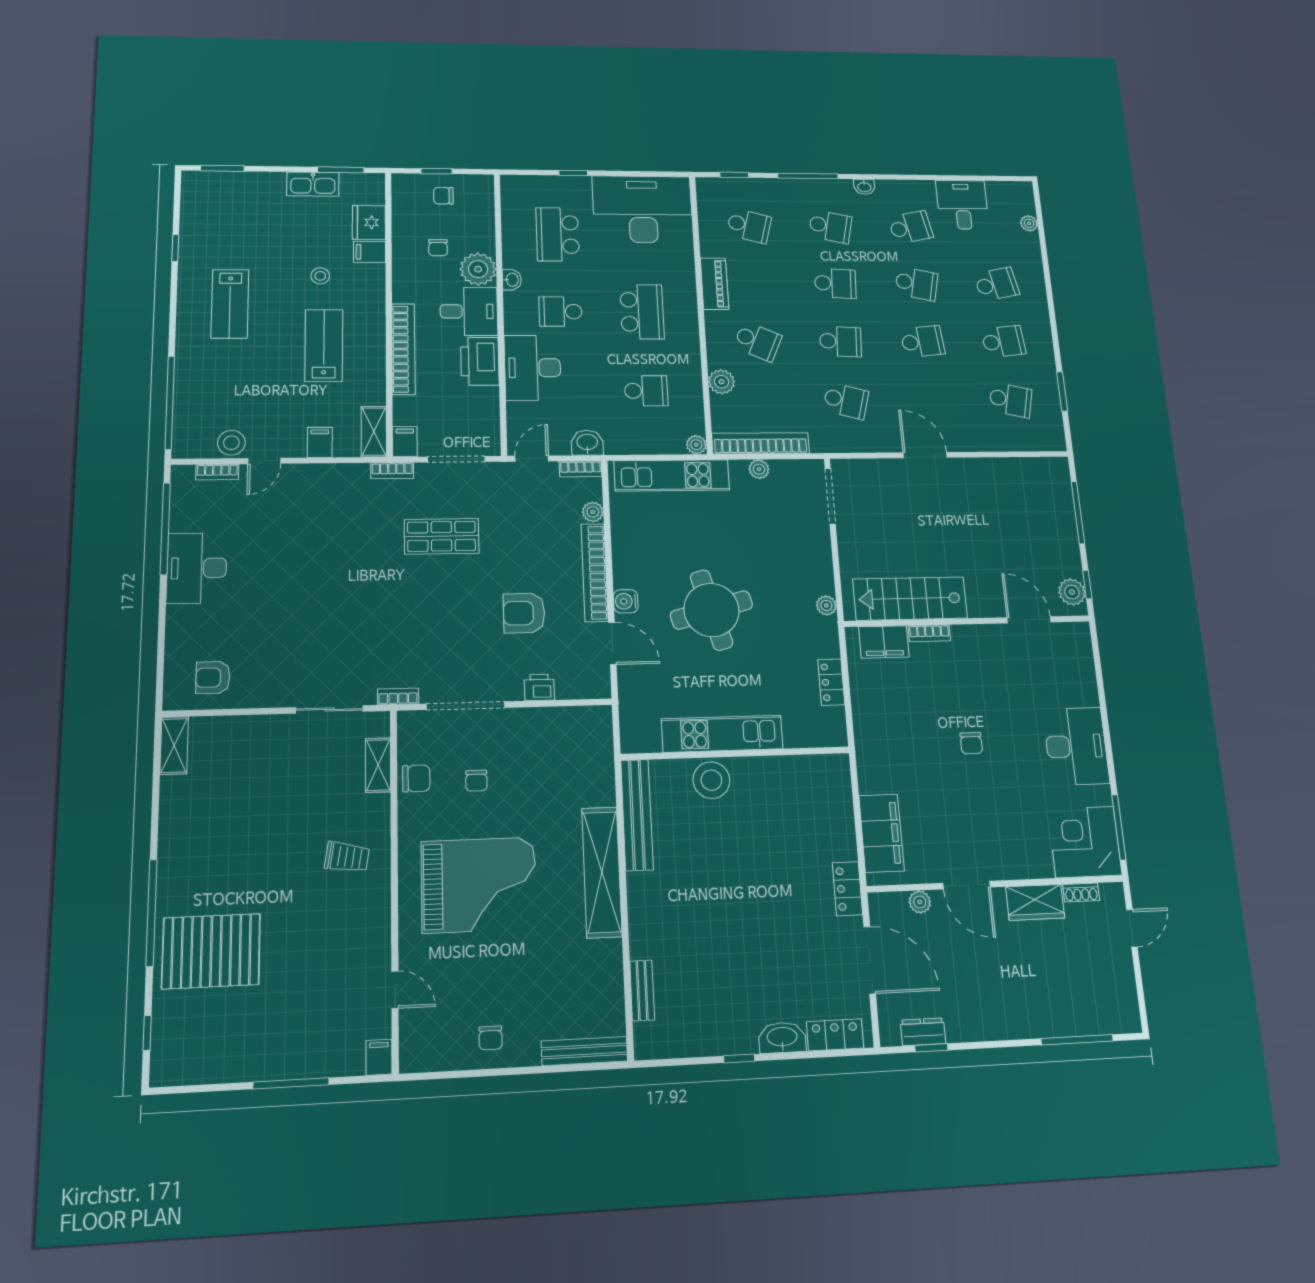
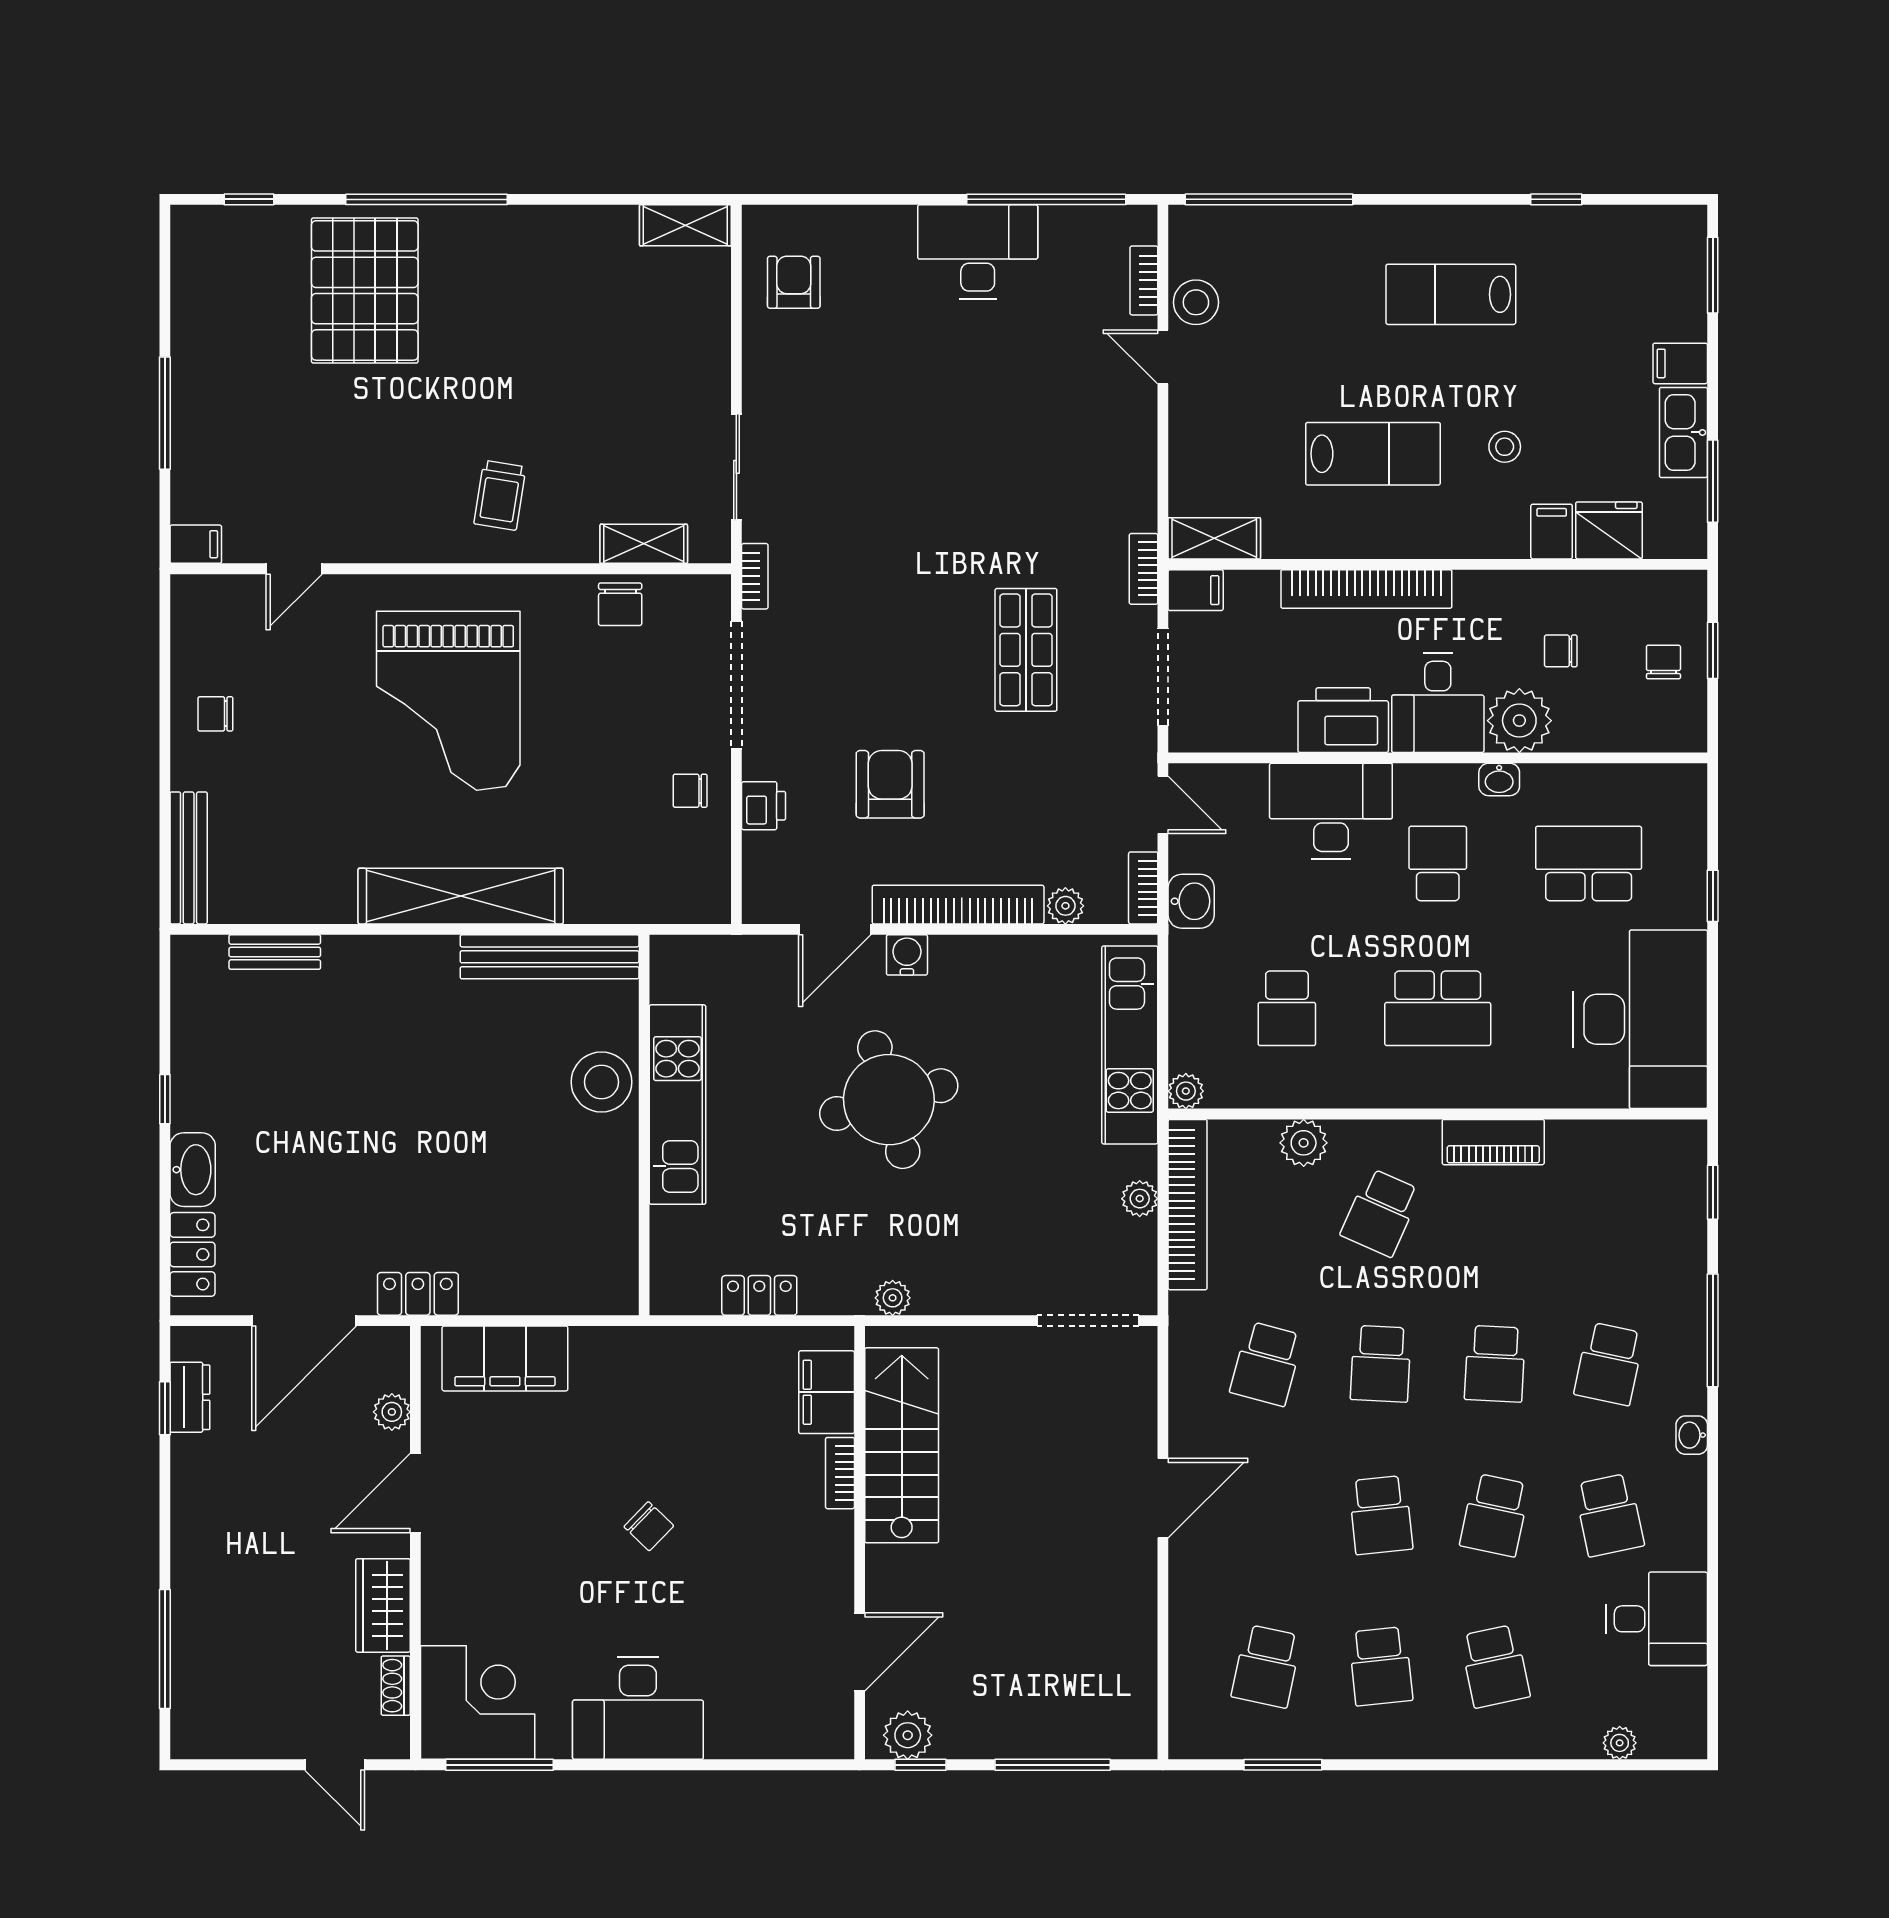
school desk: (749, 226) -> (1609, 1213), removed
filing cabinet: (320, 442) -> (1680, 363), moved, turned 180
chair: (971, 743) -> (649, 1526), turned -136
chair: (476, 781) -> (690, 791), moved

